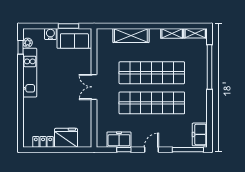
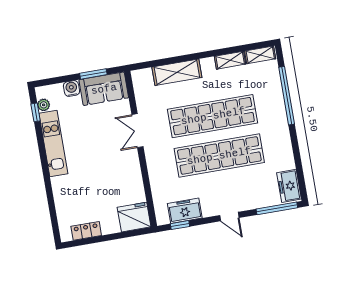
double door: (94, 87) -> (137, 131), moved
fridge: (66, 138) -> (134, 217), moved
window: (124, 150) -> (180, 225), moved
door: (151, 150) -> (229, 217), swing flipped

